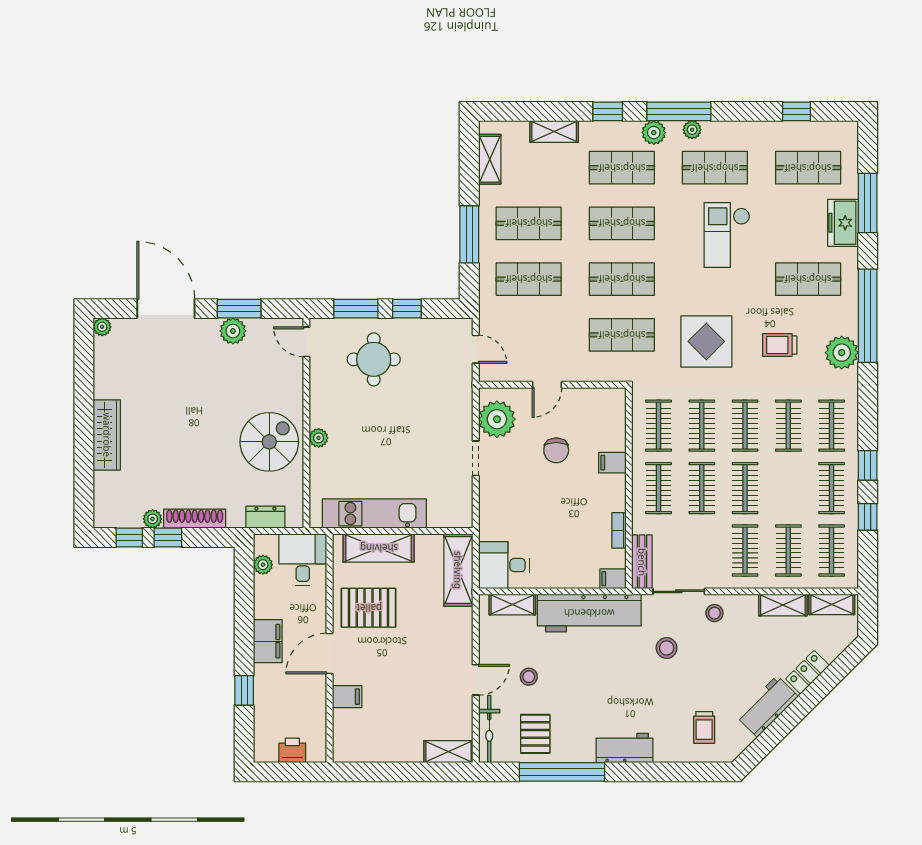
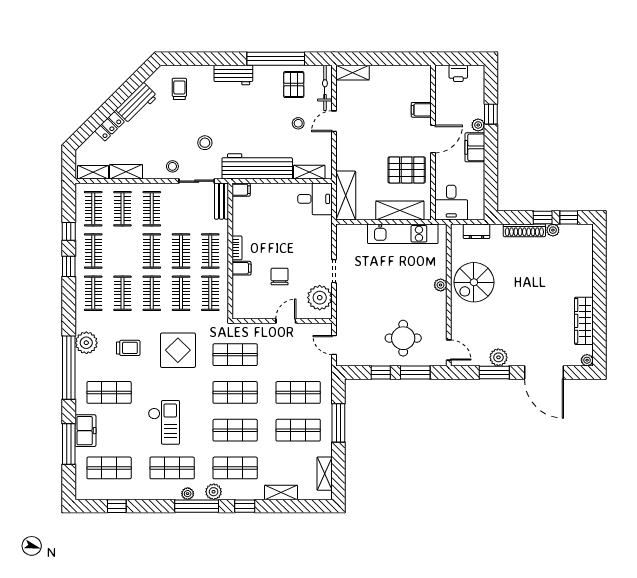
wardrobe: (107, 435) -> (584, 321), moved
bookcase: (619, 530) -> (237, 248), moved
plant: (263, 565) -> (478, 125), moved

